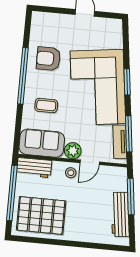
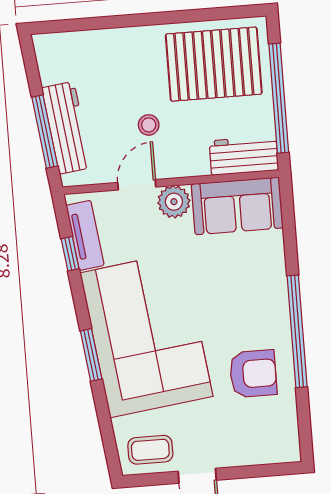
coffee table: (46, 106) -> (150, 450), moved
window: (129, 134) -> (70, 254), width x0.46
stool: (71, 173) -> (149, 125), moved
workbench: (120, 214) -> (67, 128), moved

